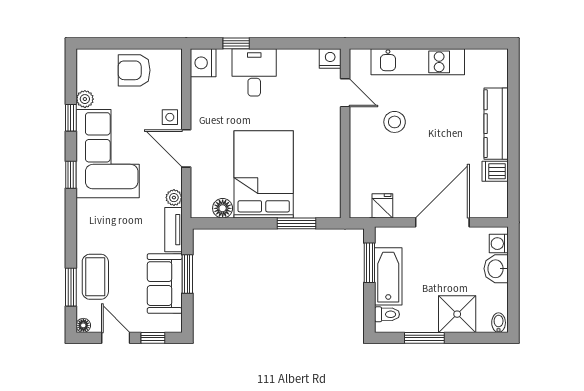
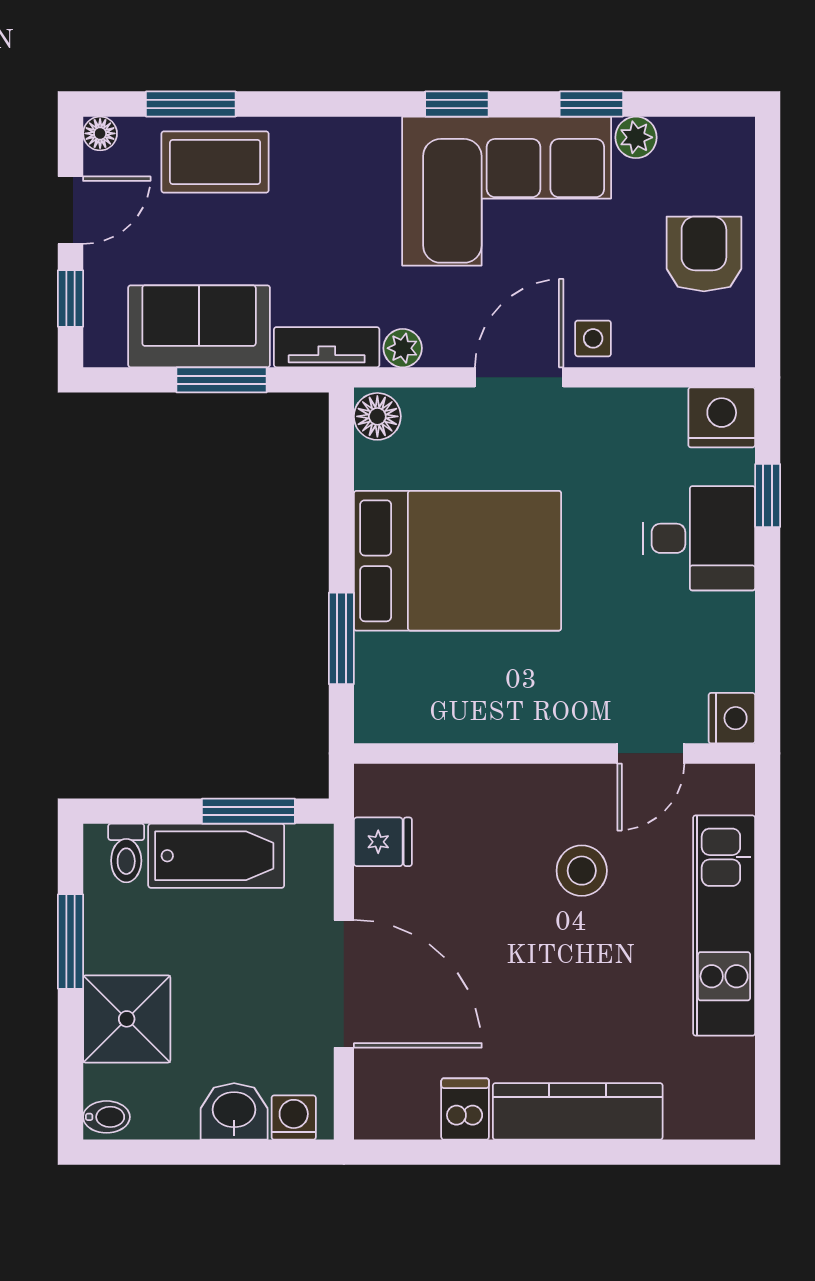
floor lamp: (223, 208) -> (377, 416), moved

